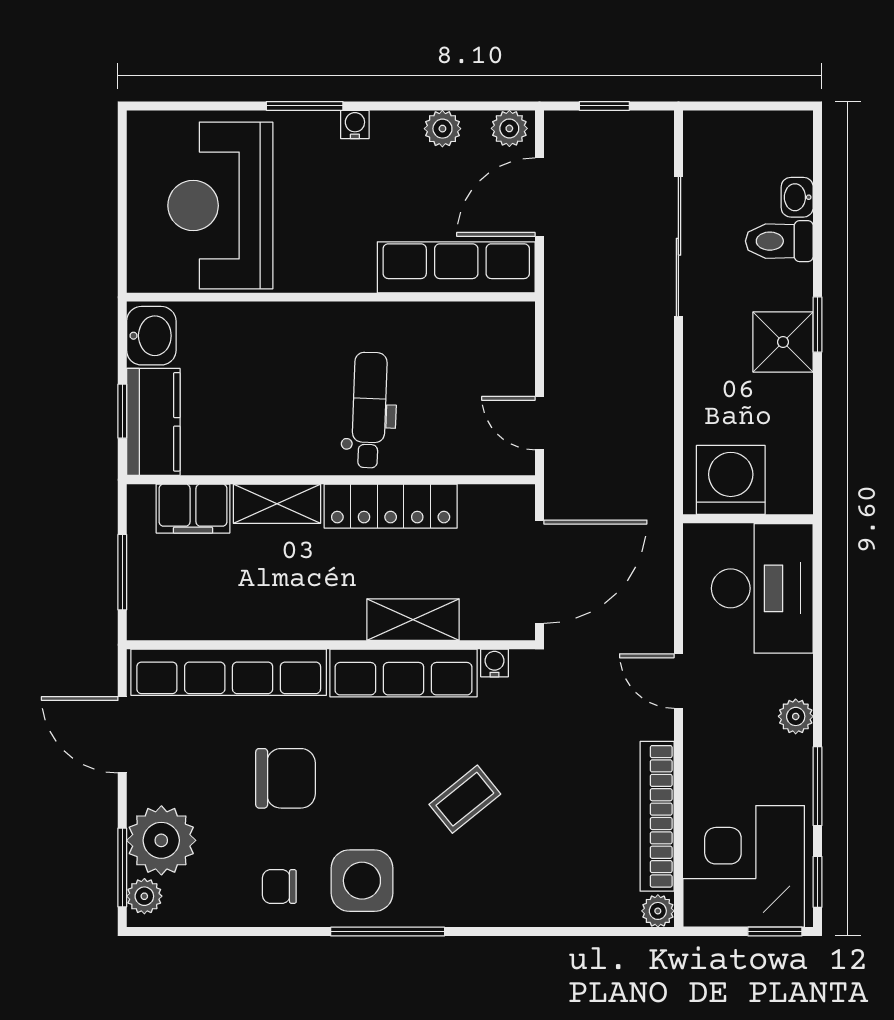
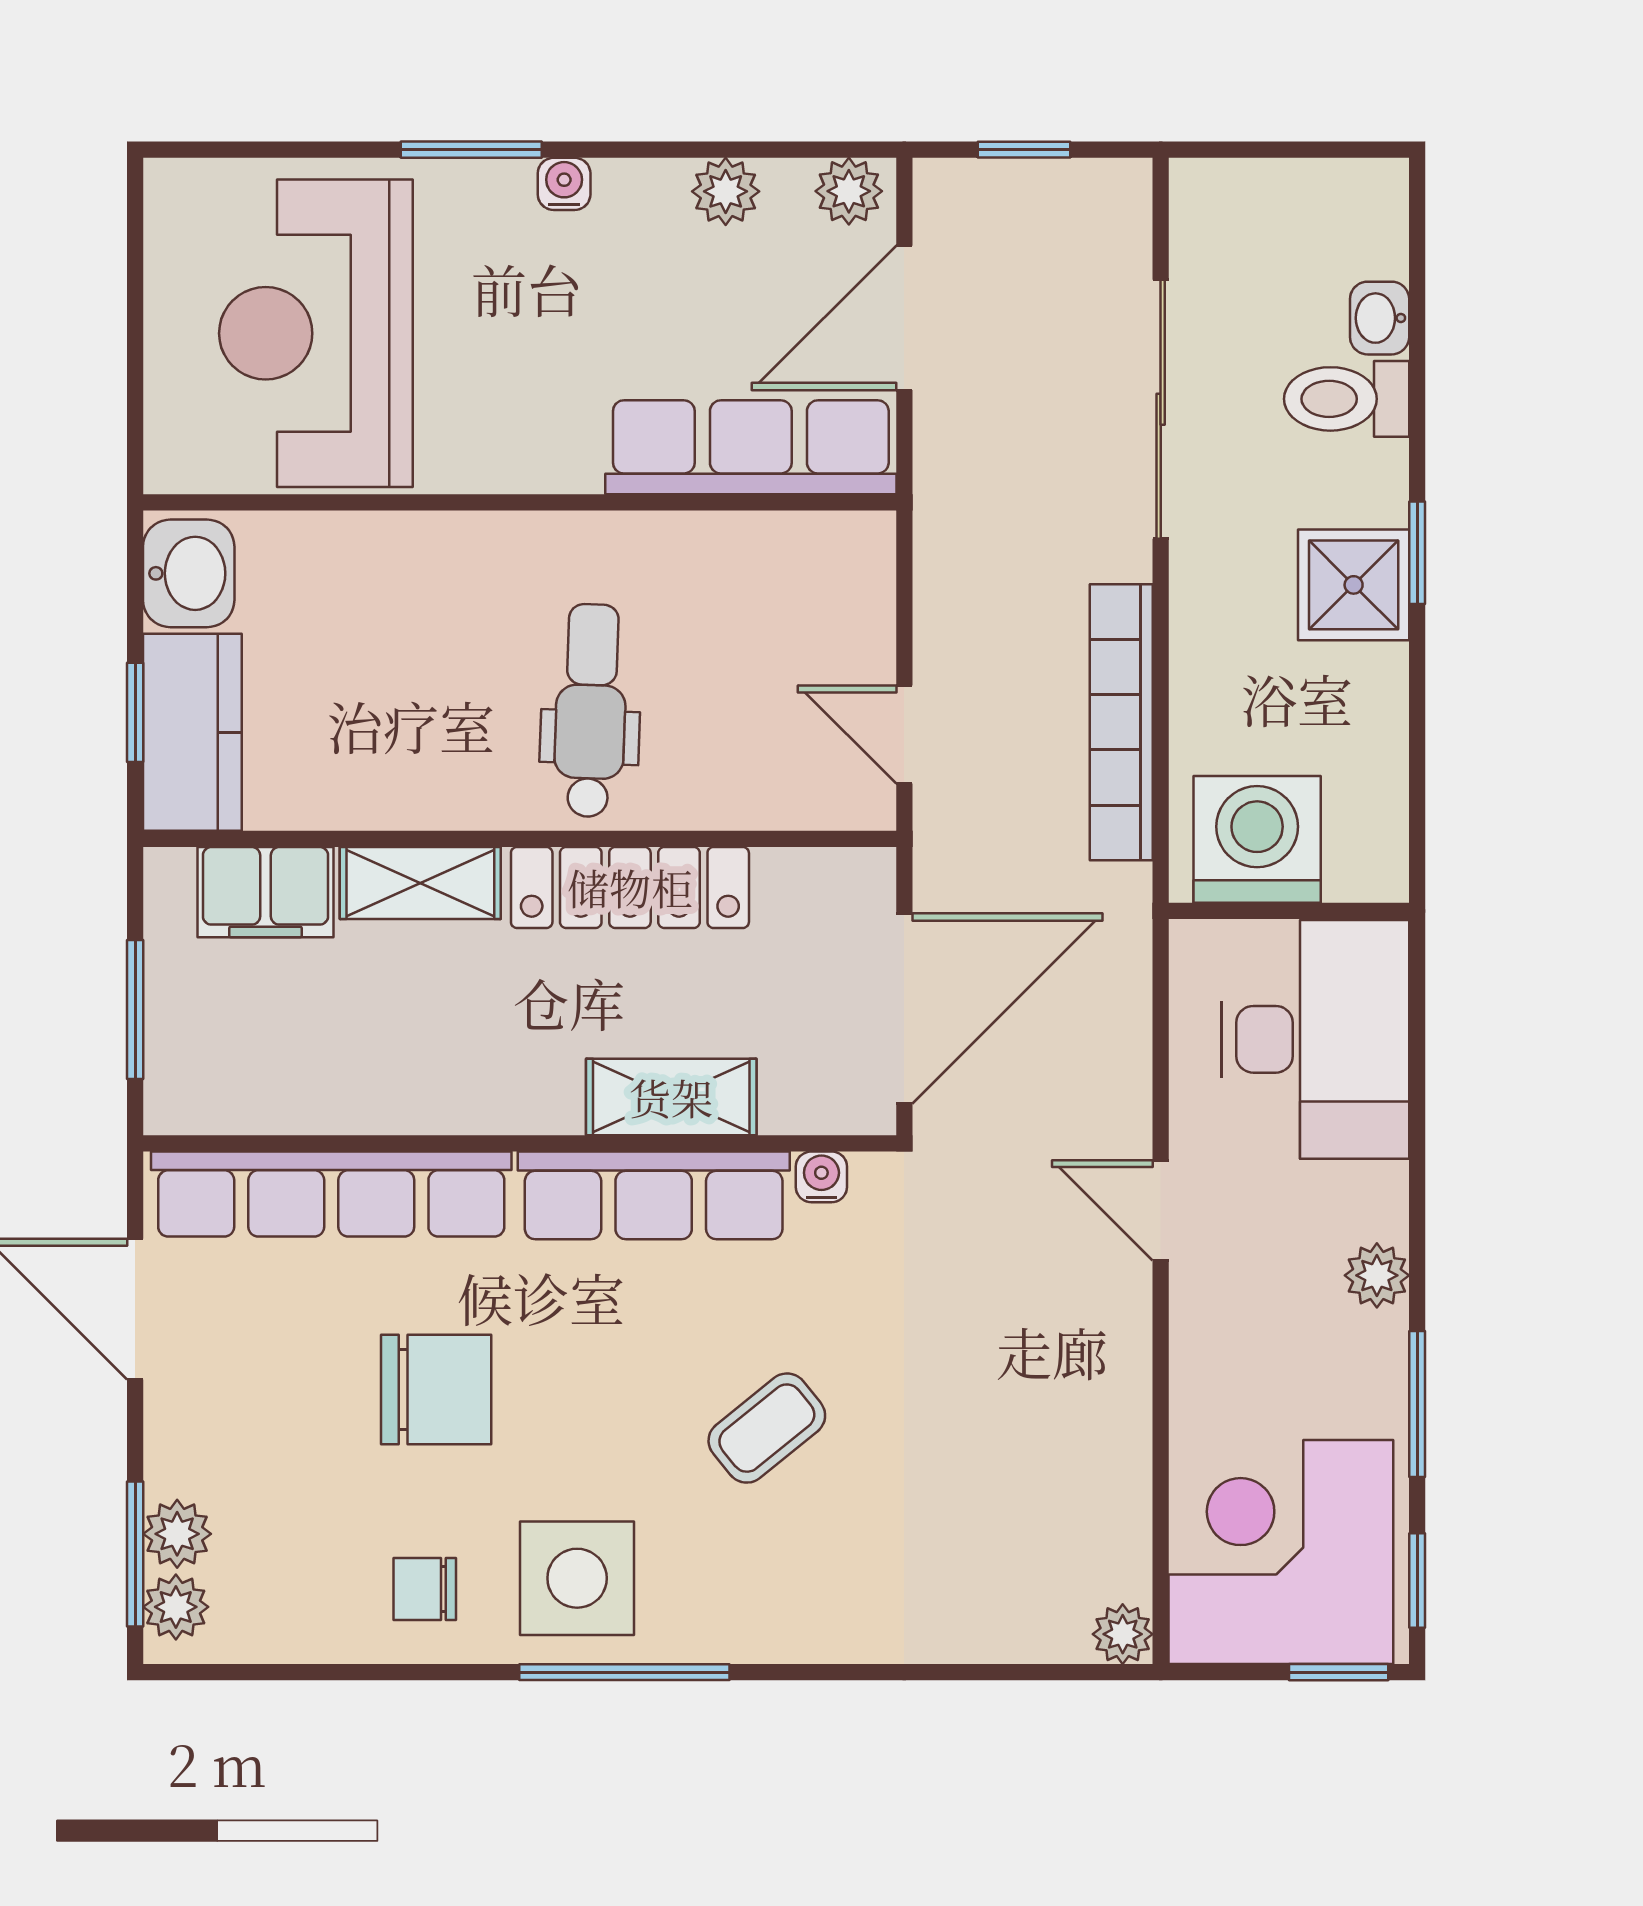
bookcase: (657, 816) -> (1121, 722), moved
plant: (161, 840) -> (177, 1534), width x0.53, depth x0.53

